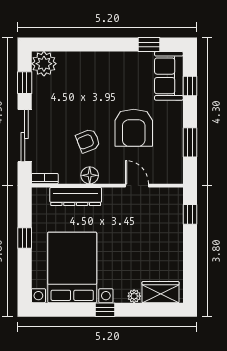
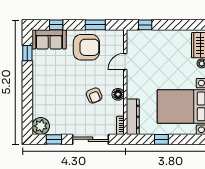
armchair: (134, 128) -> (86, 47), moved
dresser: (76, 197) -> (133, 117), moved

